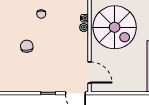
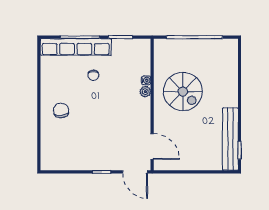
spiral stairs: (115, 27) -> (183, 91), width x0.73, depth x0.73
chair: (27, 46) -> (61, 110), moved

